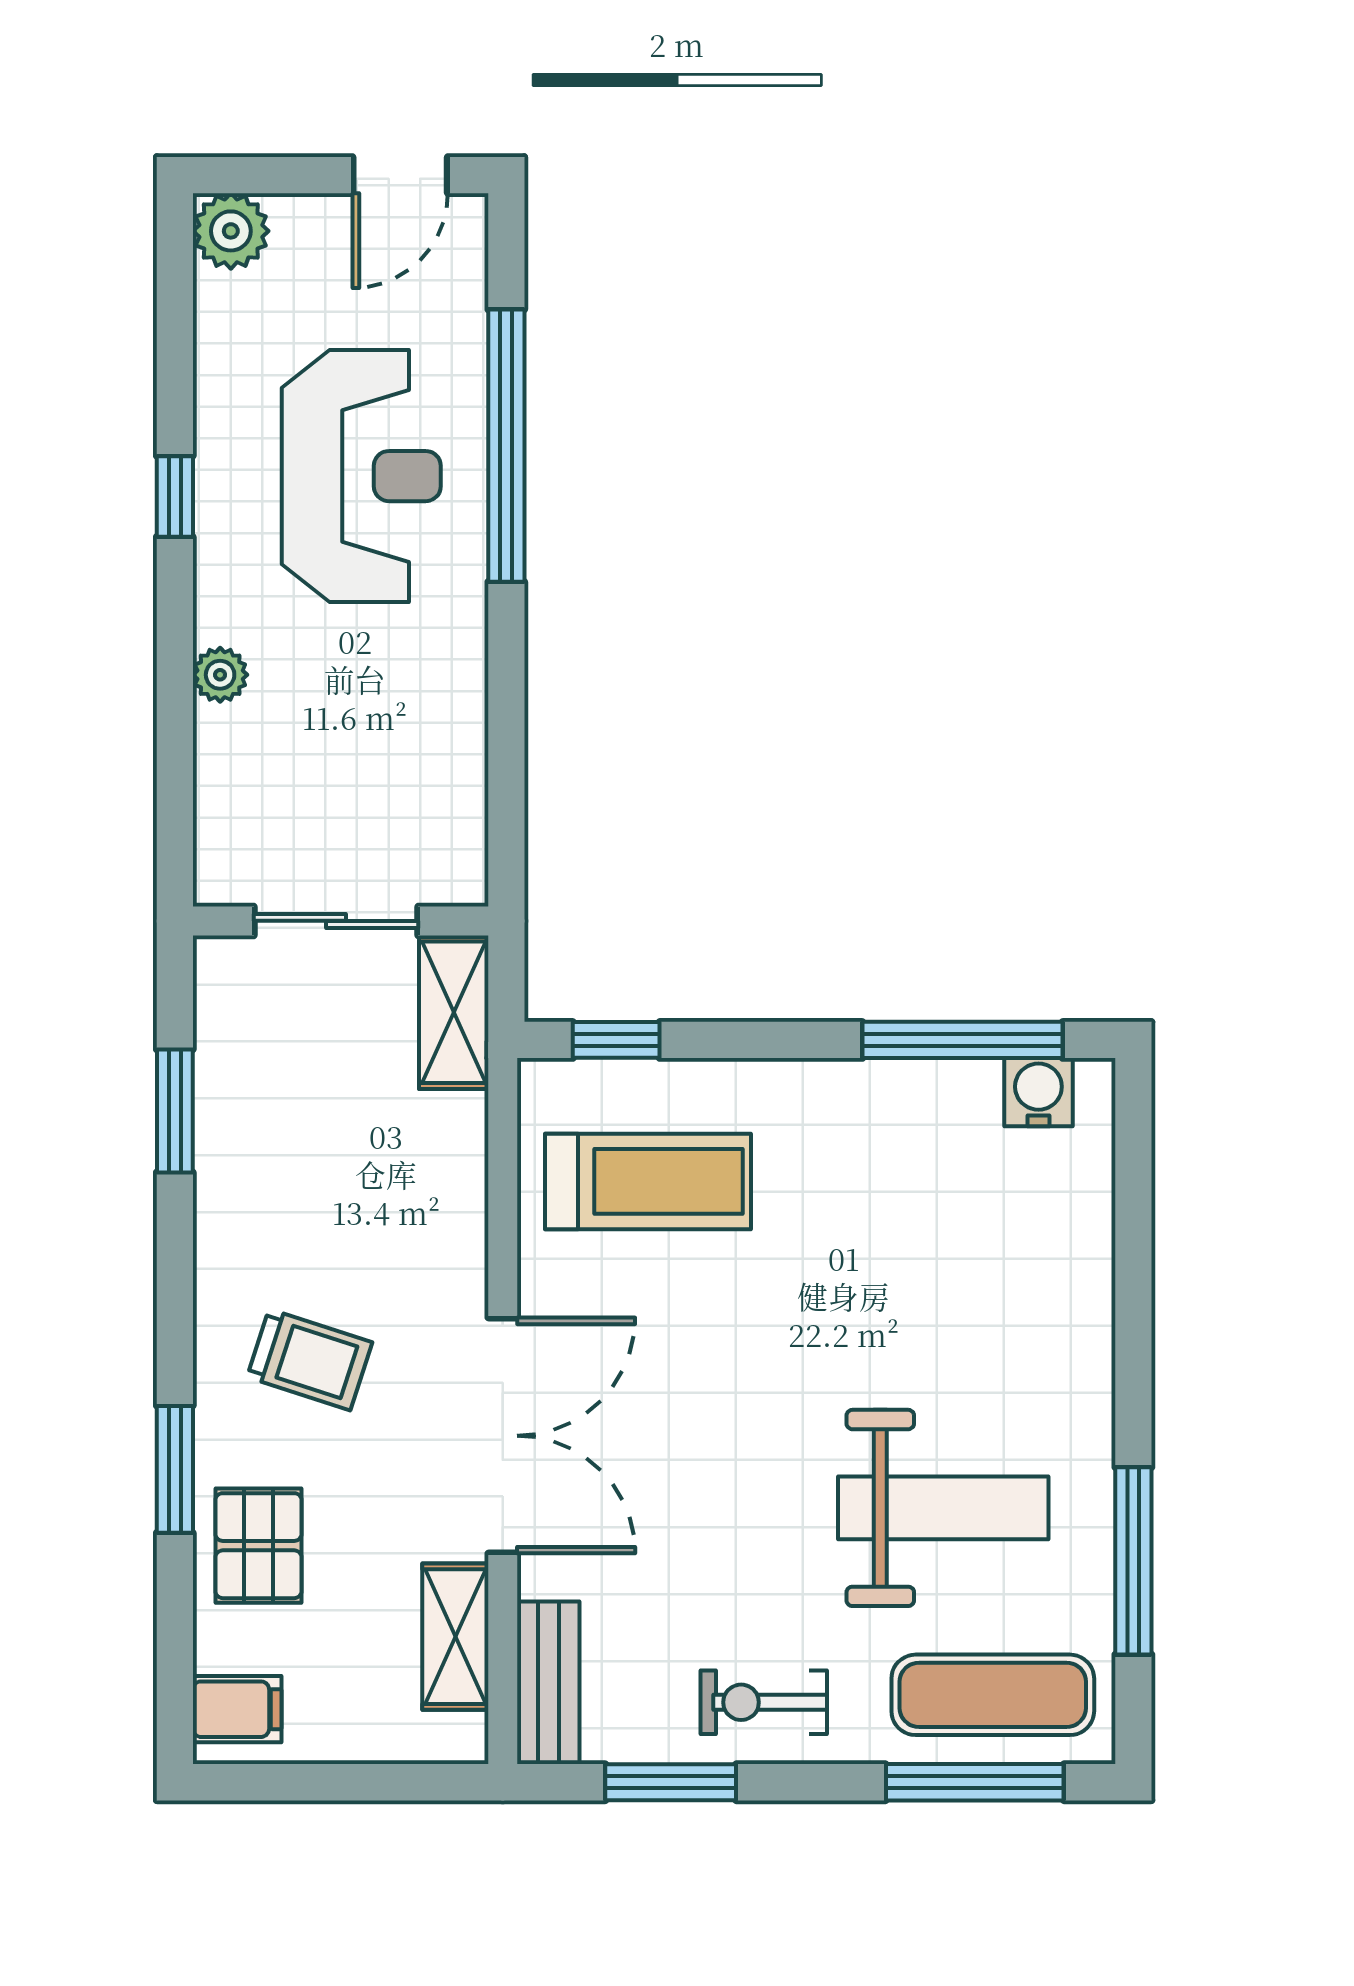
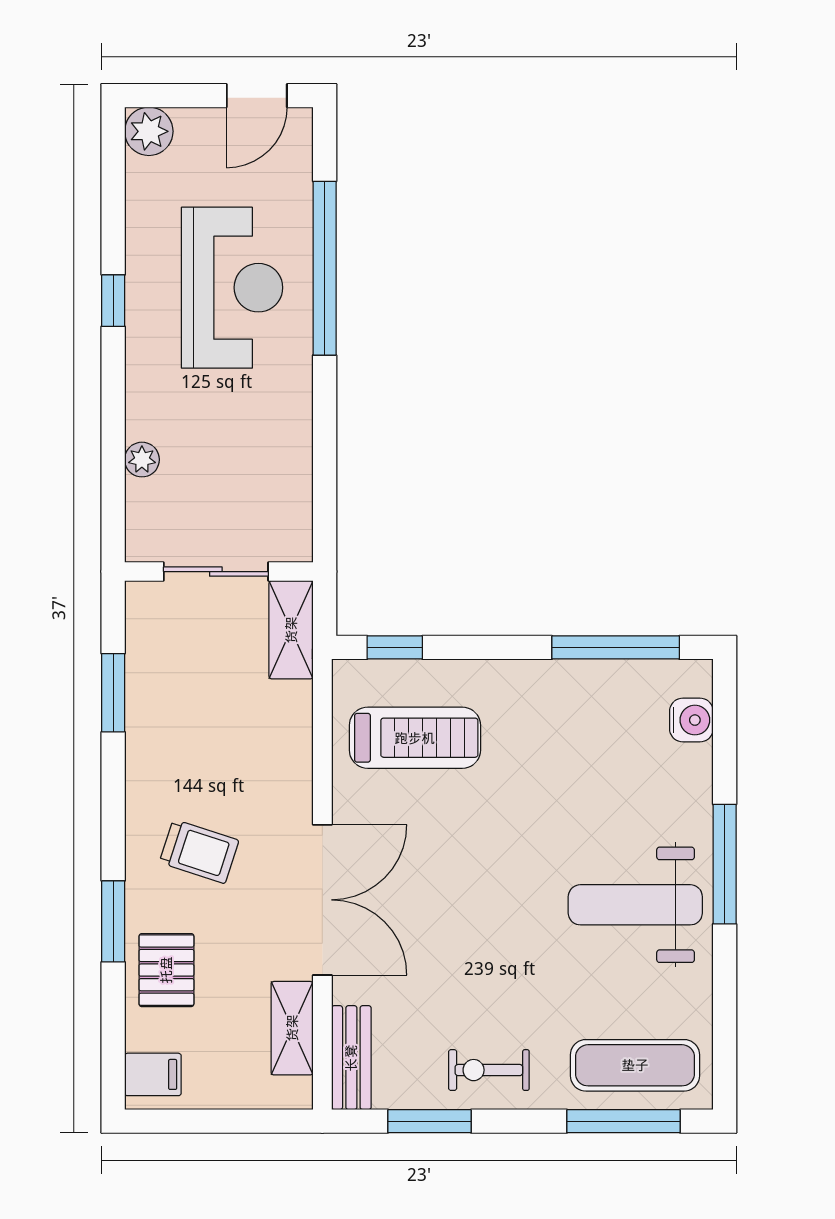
plant: (220, 675) -> (142, 460), moved
water cooler: (1038, 1092) -> (691, 720), moved, turned 90
weight bench: (943, 1508) -> (635, 905), moved, turned 180
window: (1133, 1561) -> (725, 864), moved

